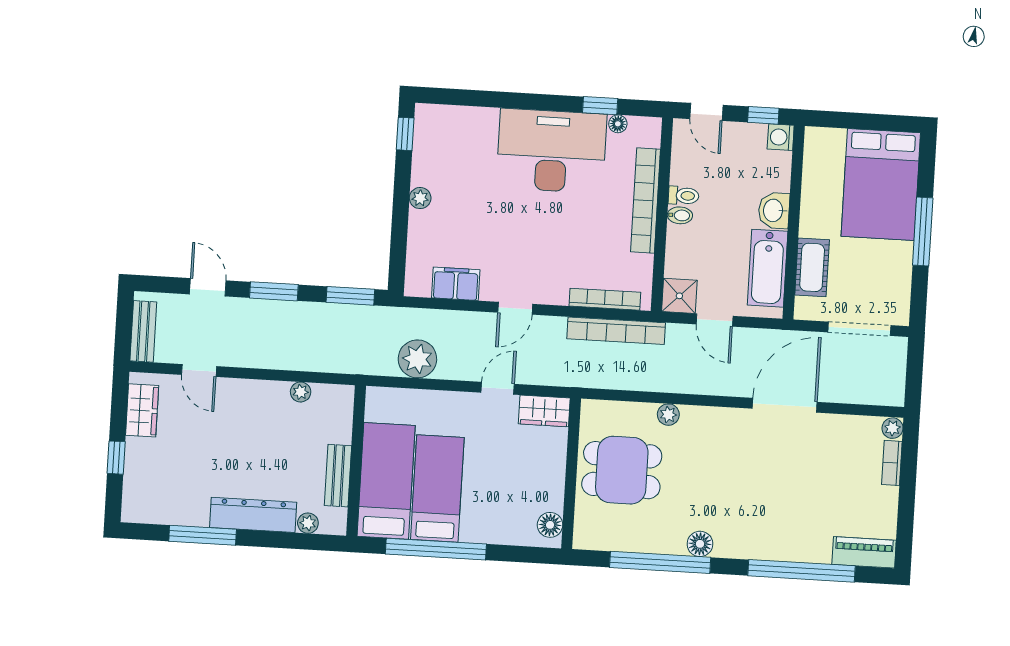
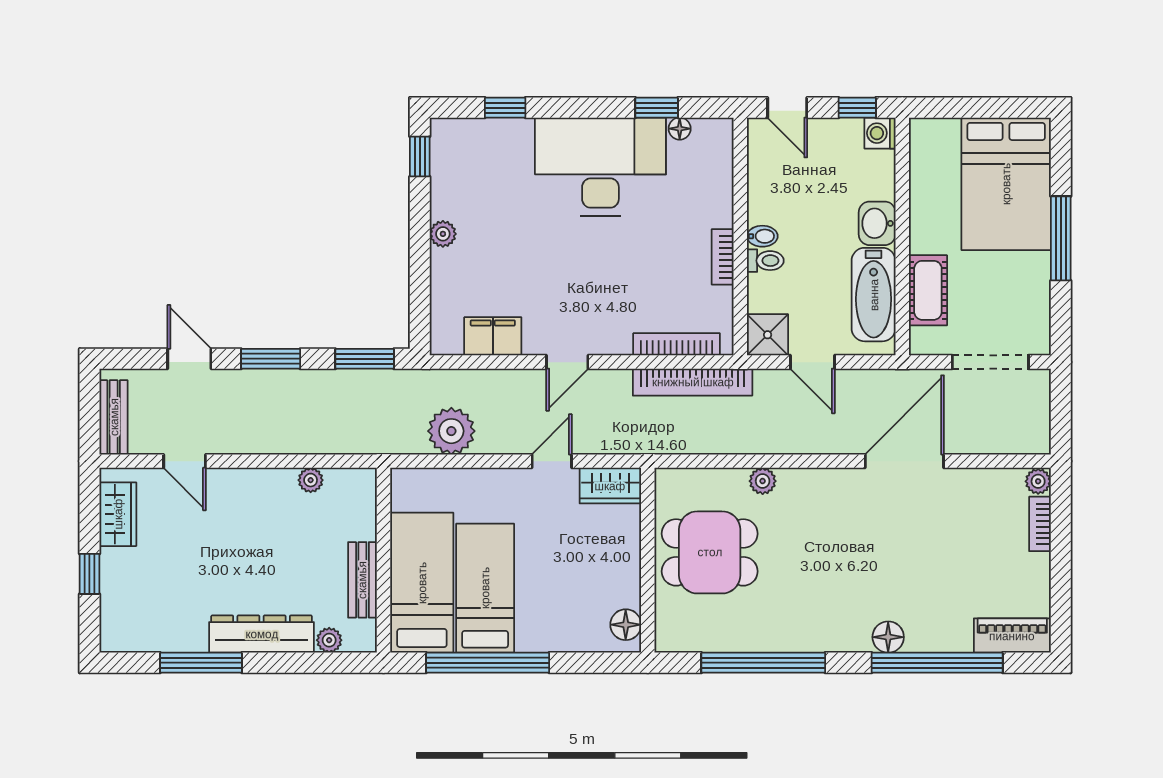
window: (477, 98) -> (505, 108), added
toilet: (684, 196) -> (765, 261), moved
bookcase: (646, 201) -> (723, 257), width x0.43, depth x0.76
floor lamp: (700, 544) -> (888, 637), moved

